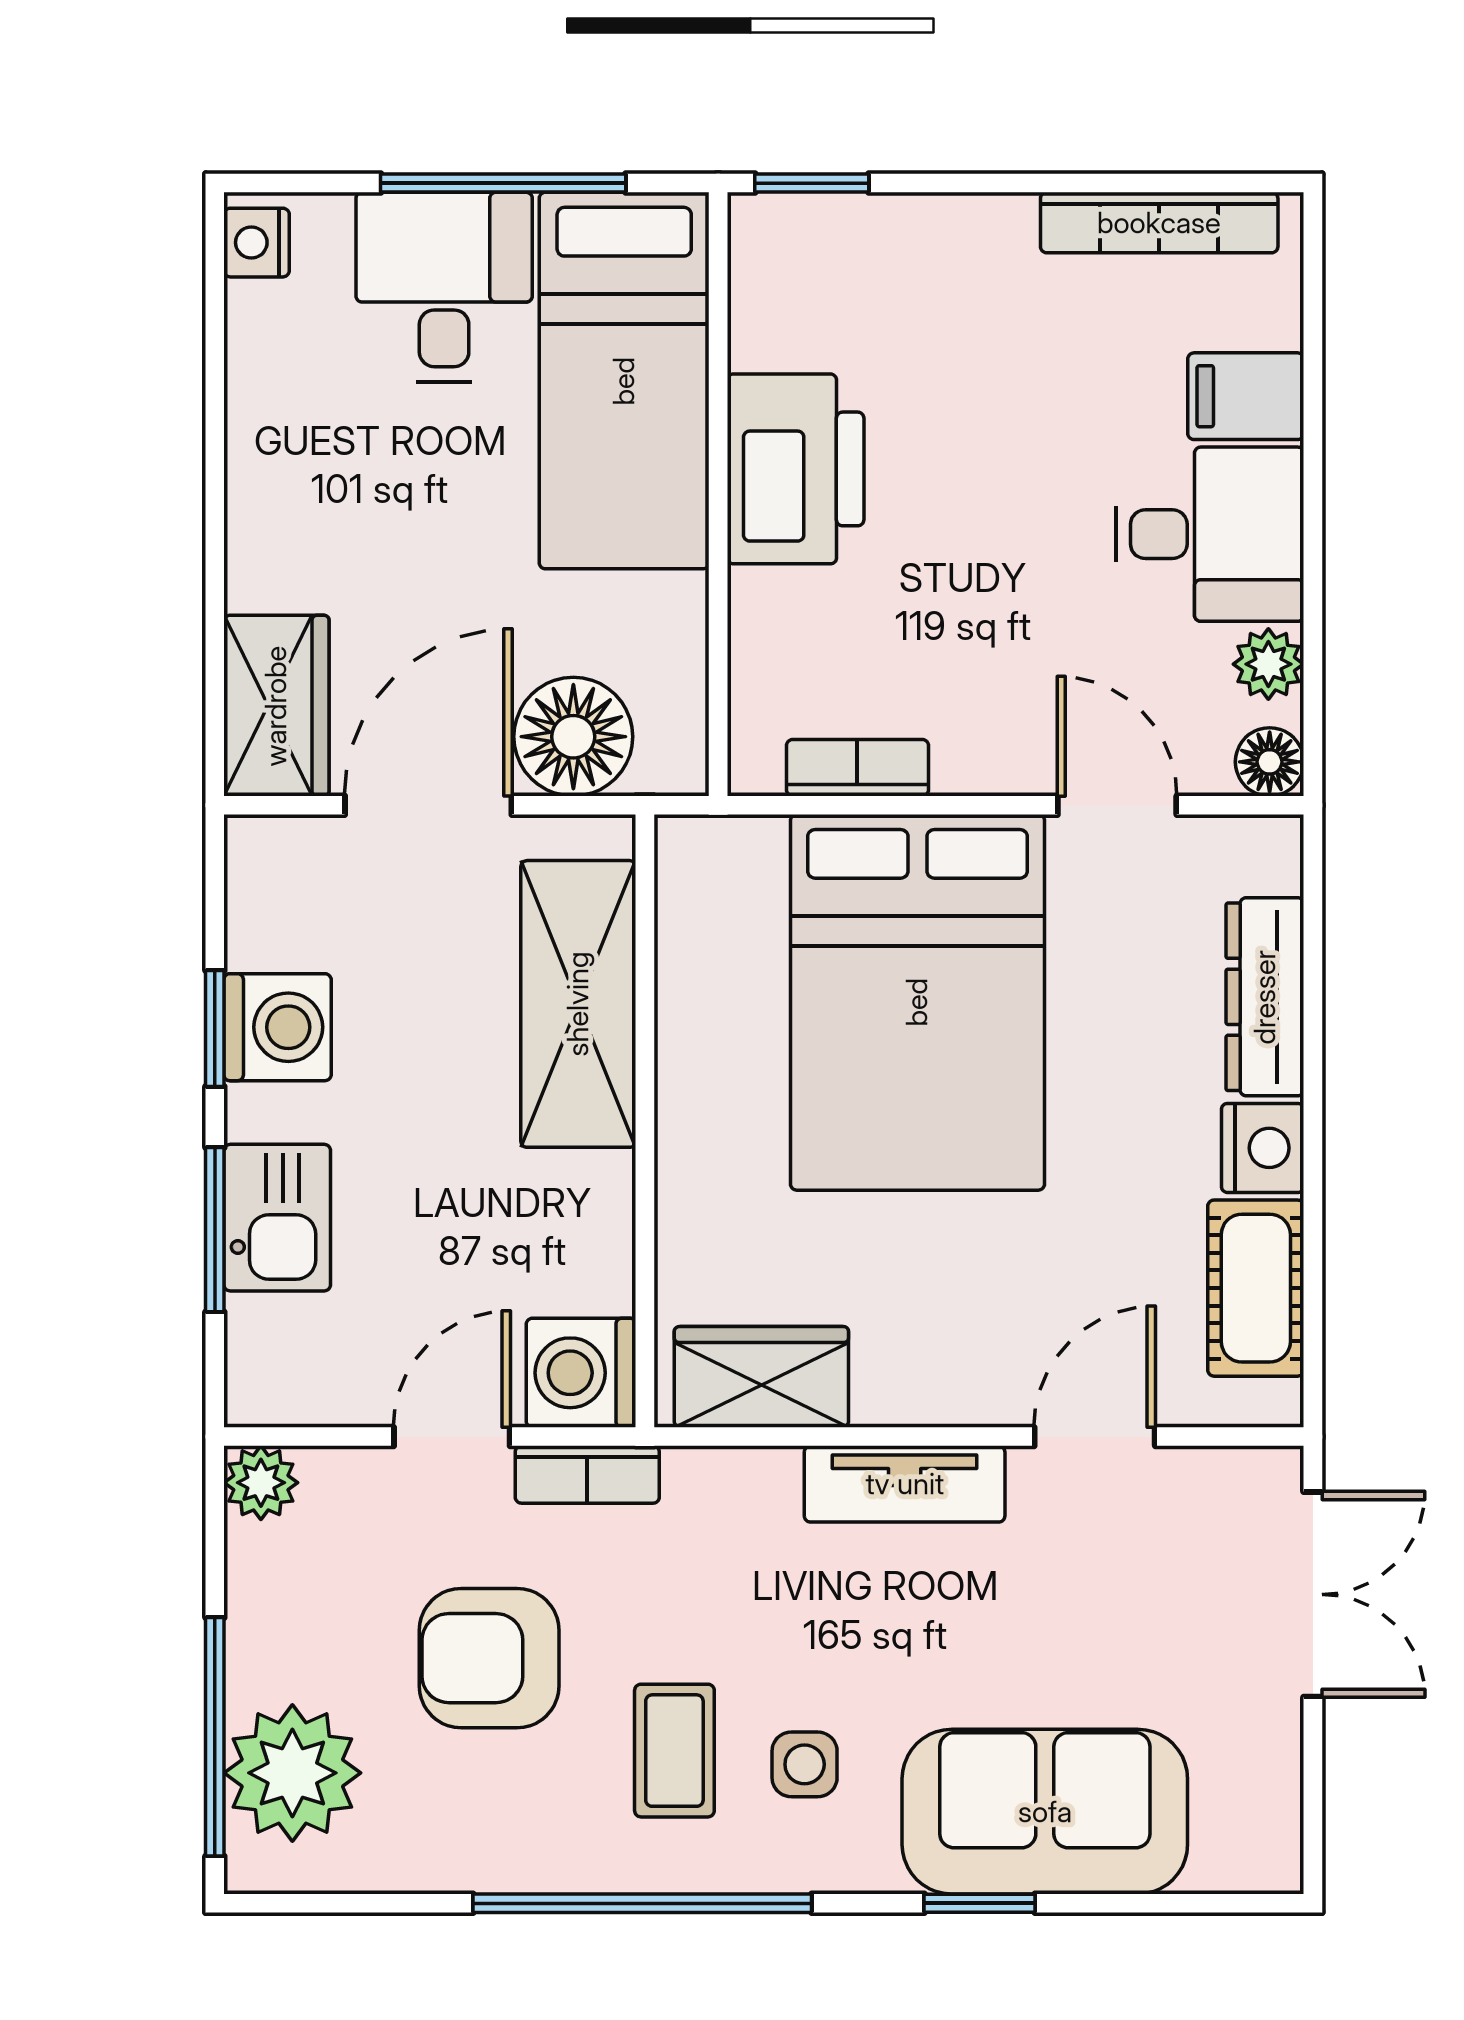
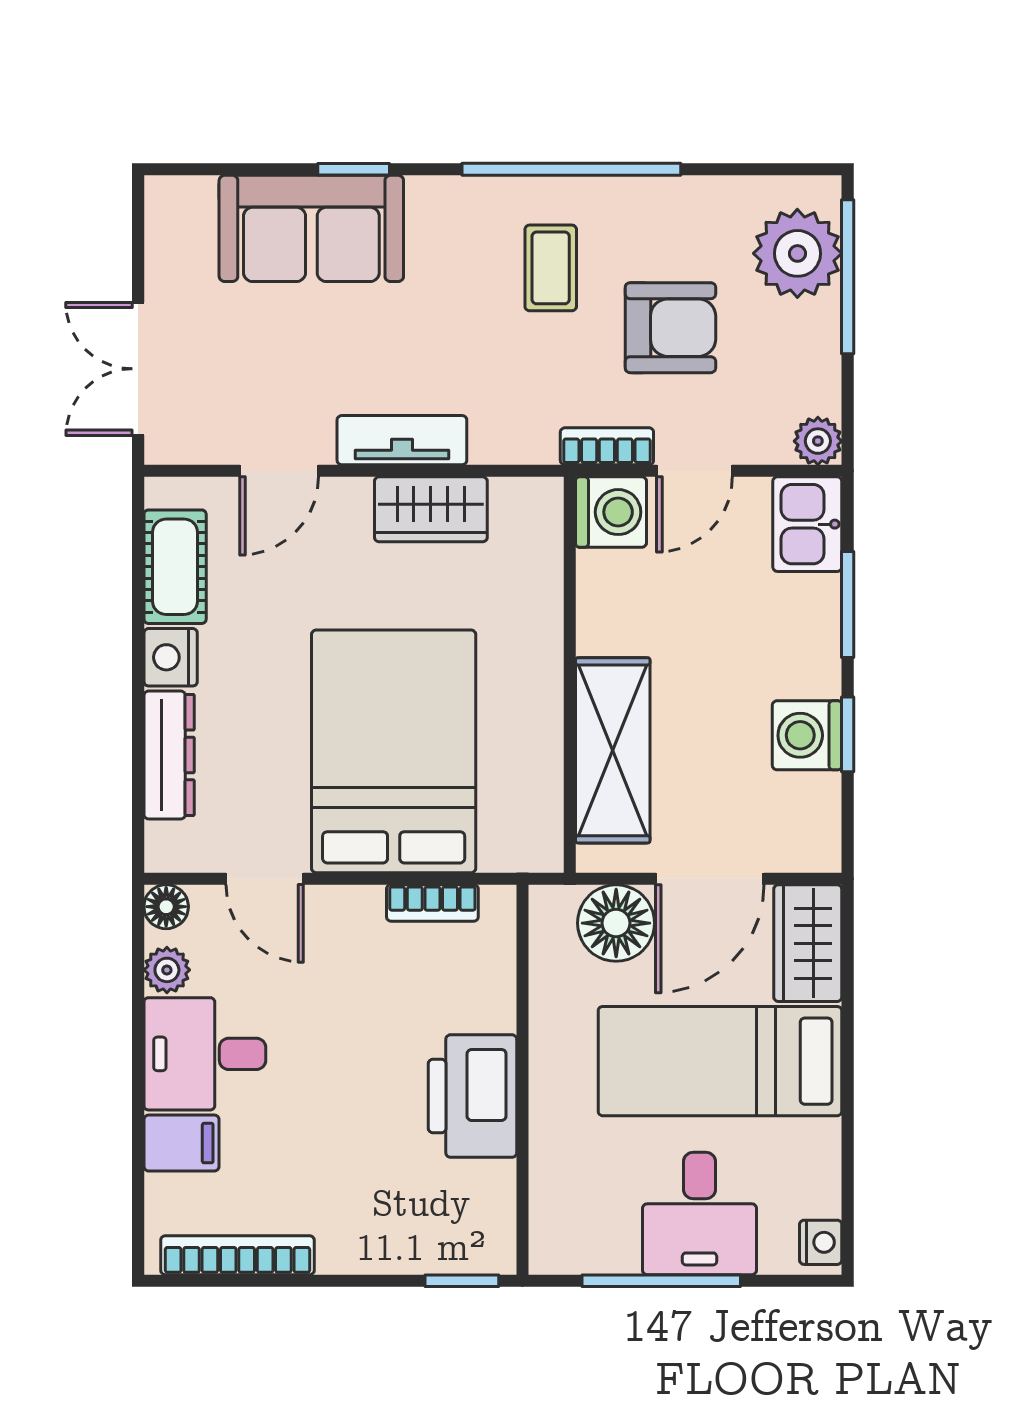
bed: (624, 381) -> (720, 1061), moved, turned -90
kitchen sink: (277, 1218) -> (807, 524), moved
wardrobe: (761, 1377) -> (431, 509), moved
side table: (805, 1764) -> (467, 259), removed

